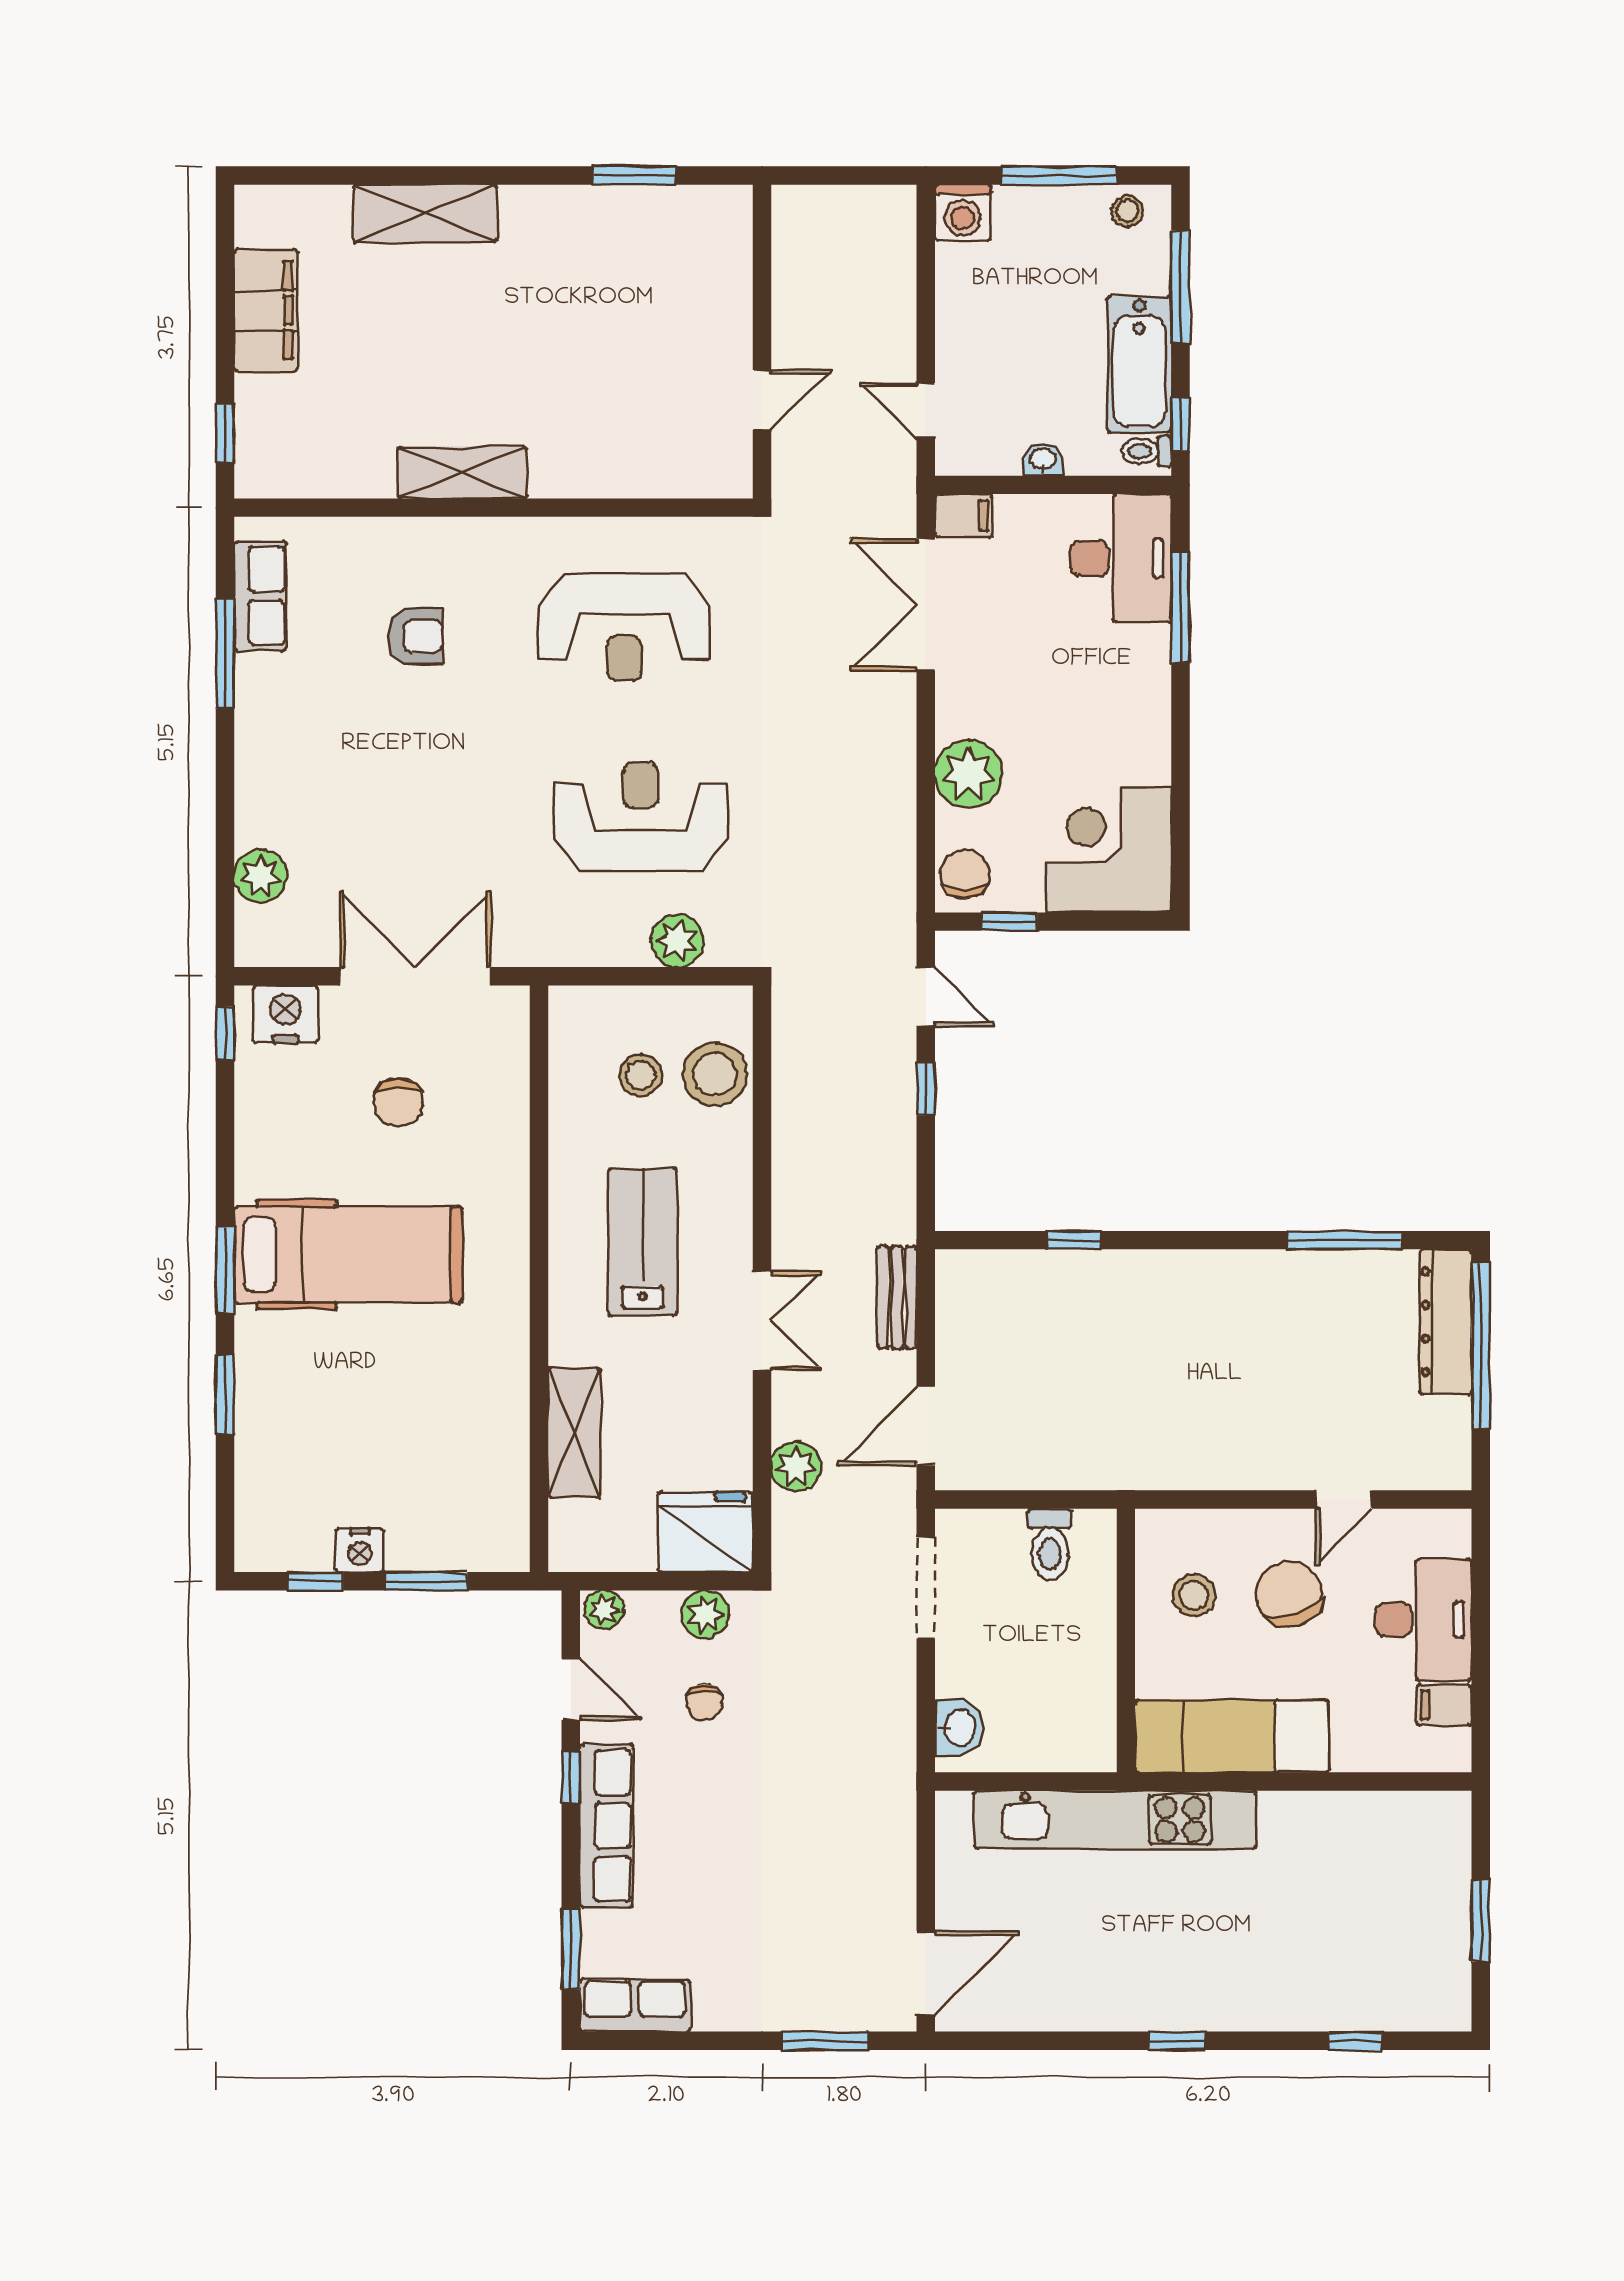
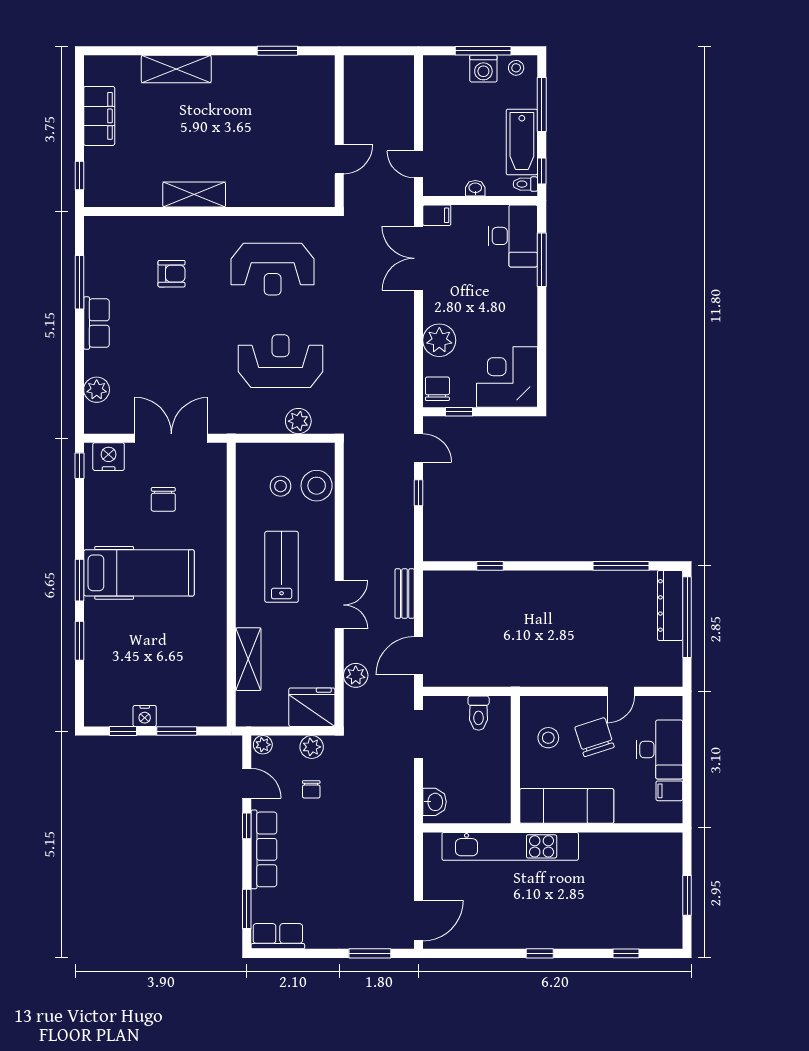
washing machine: (963, 213) -> (483, 69), moved
row of seats: (260, 596) -> (96, 323), moved

